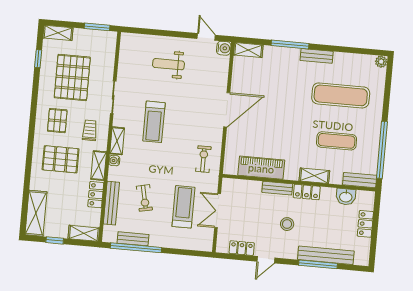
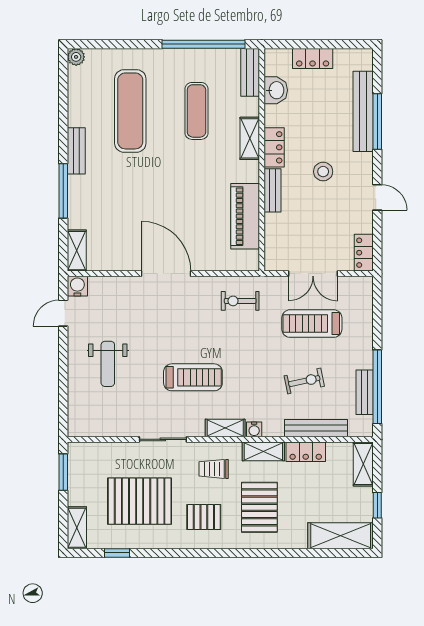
locker: (242, 248) -> (364, 253), moved

